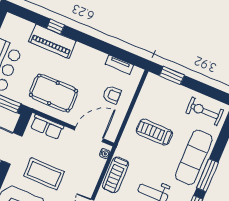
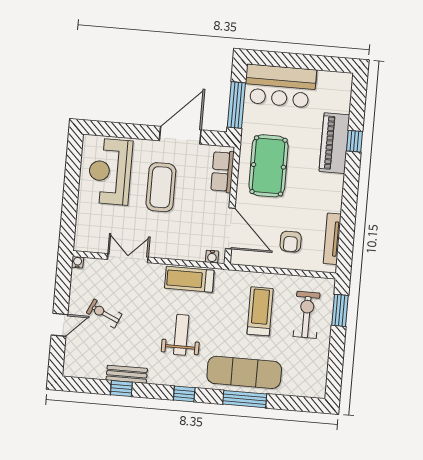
tv unit: (119, 65) -> (332, 239), width x1.41
exercise bike: (205, 111) -> (307, 315), moved
window: (208, 175) -> (245, 399), moved

